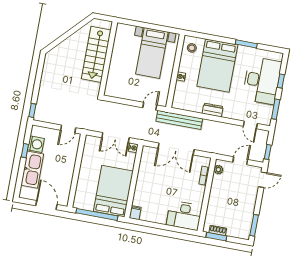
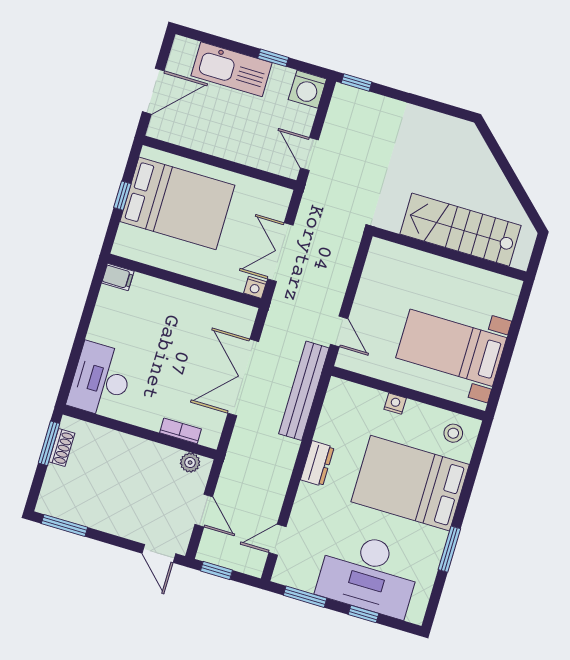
washing machine: (36, 144) -> (307, 89), moved
bed: (113, 191) -> (177, 203), moved
window: (97, 214) -> (122, 196), width x0.32

